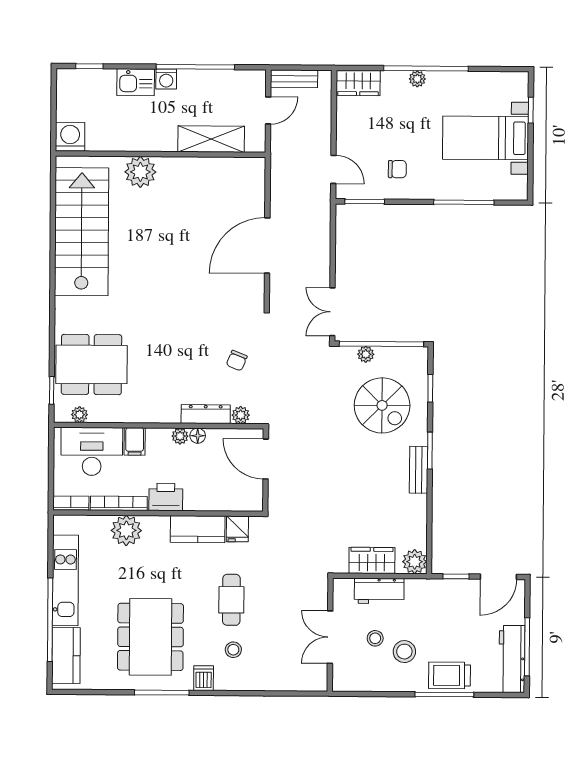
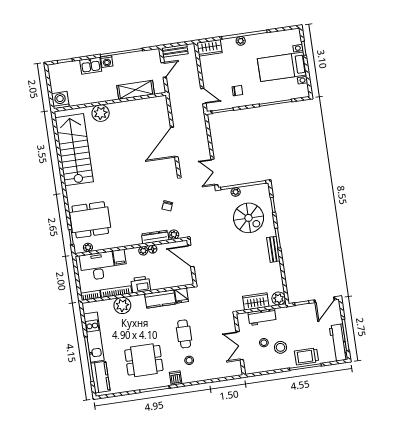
dining table: (150, 637) -> (144, 360), width x0.73

